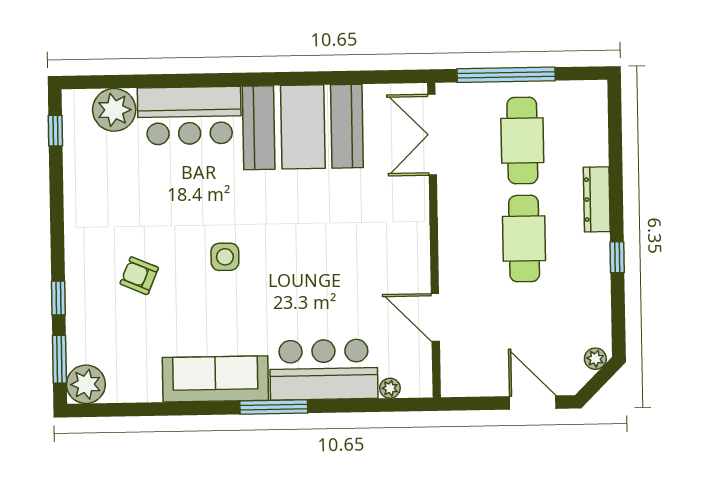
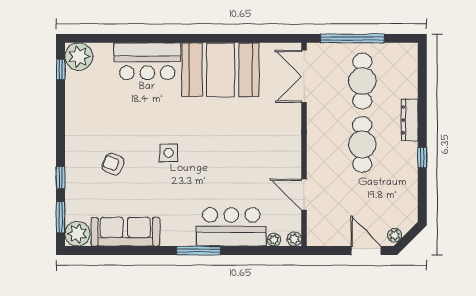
plant: (114, 110) -> (79, 57), moved
plant: (595, 359) -> (395, 235), moved
sofa: (215, 379) -> (125, 232), moved
plant: (421, 387) -> (294, 239), added

